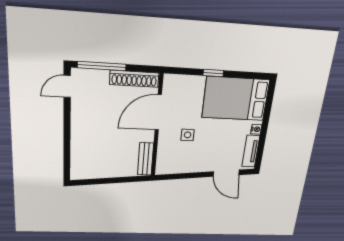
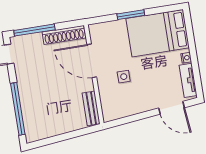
window: (213, 73) -> (131, 15), width x1.50
door: (158, 112) -> (92, 61), hinge flipped
window: (67, 145) -> (18, 109), added

